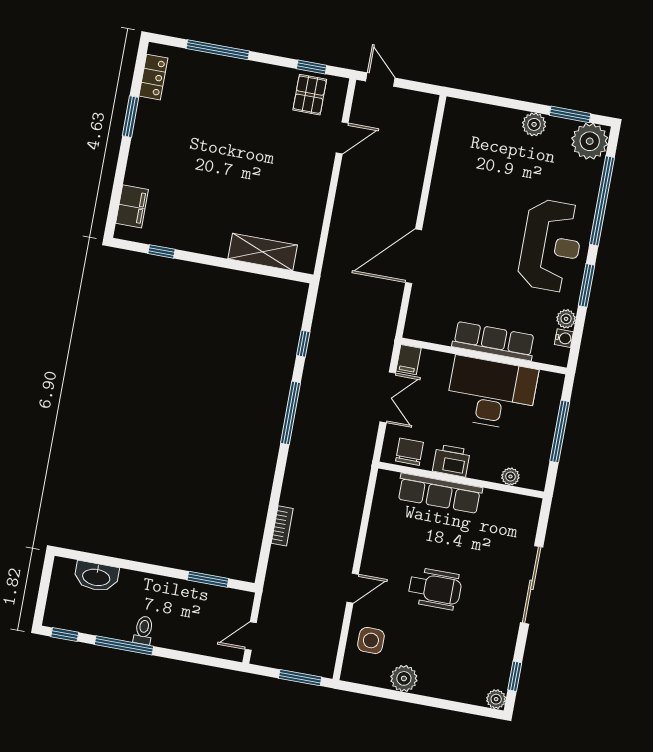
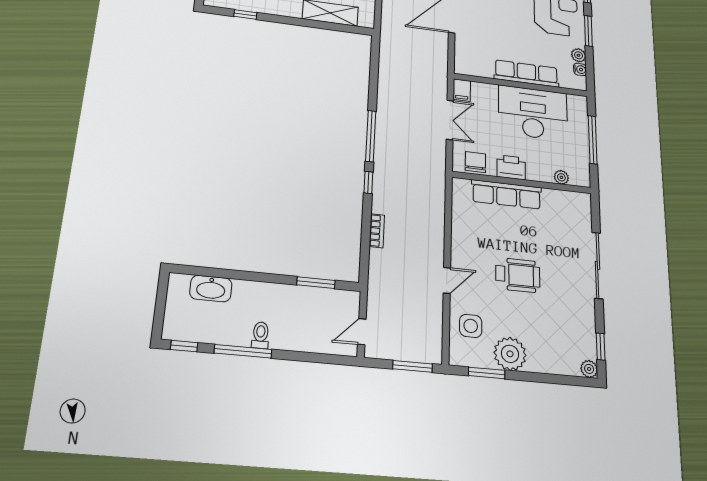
window: (303, 344) -> (368, 182), moved
plant: (404, 678) -> (510, 354), width x1.36, depth x1.36
window: (380, 692) -> (487, 373), added

